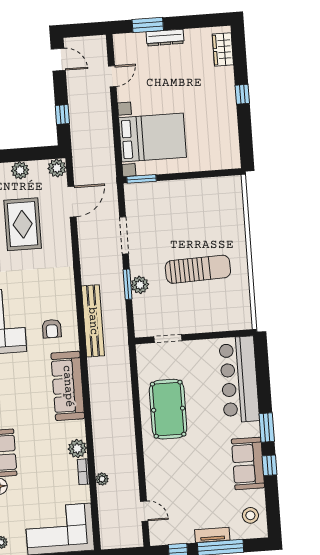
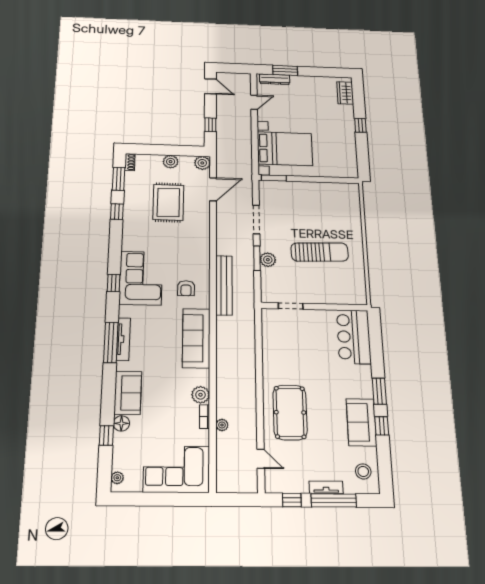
dresser: (165, 38) -> (275, 79), moved
bar counter: (239, 379) -> (354, 337), width x0.73
pool table: (168, 409) -> (290, 412), moved

